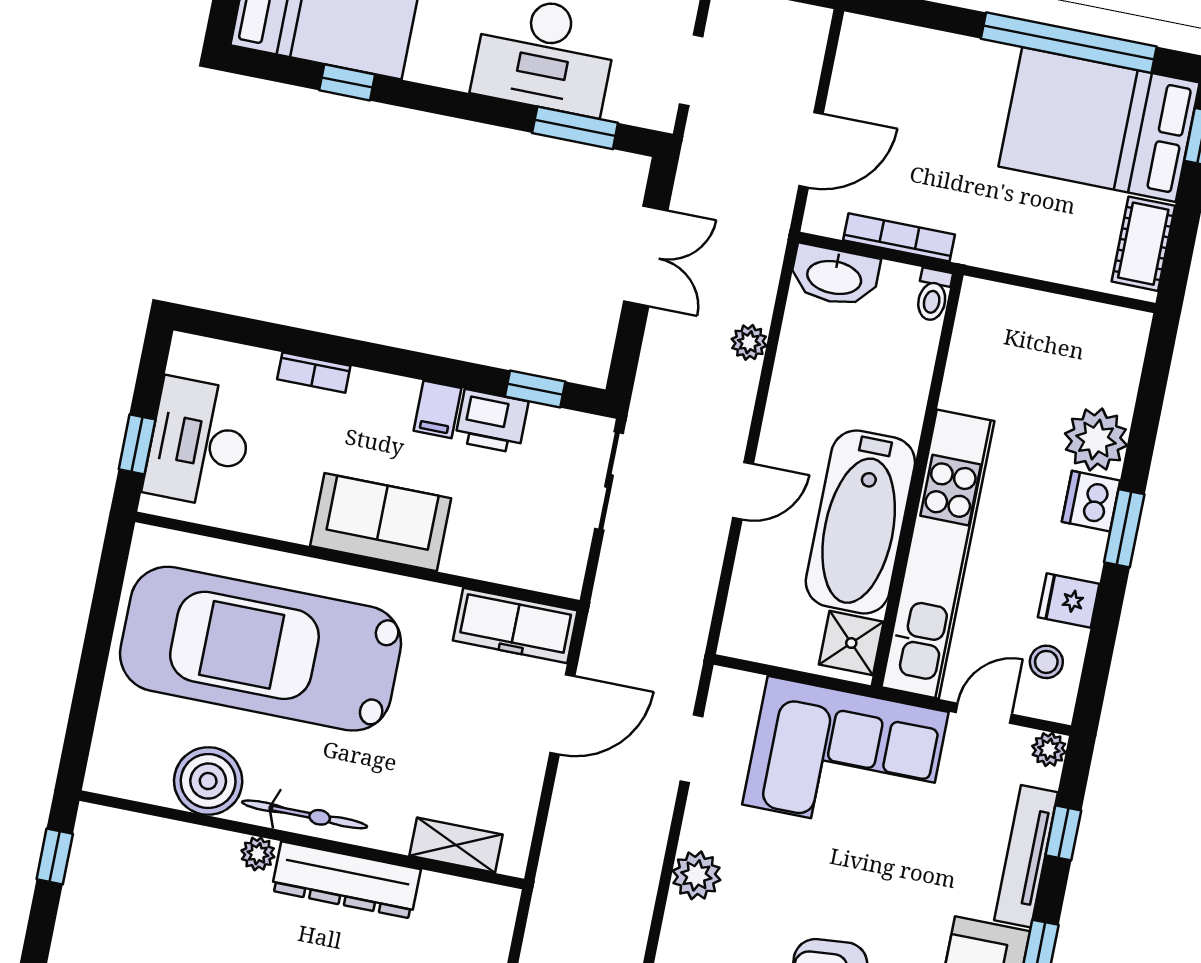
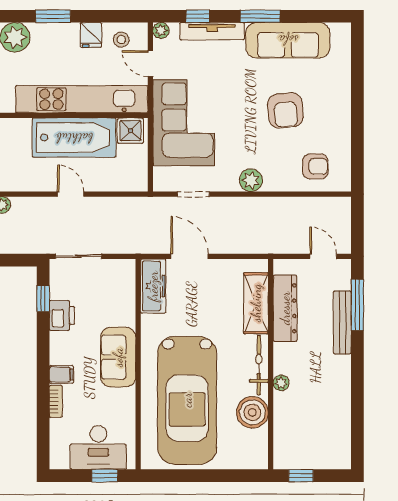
filing cabinet: (438, 409) -> (61, 375), moved
dishwasher: (1091, 501) -> (44, 34), removed
shelving: (456, 845) -> (256, 303), width x1.50, depth x1.33
dresser: (346, 880) -> (285, 308), moved

